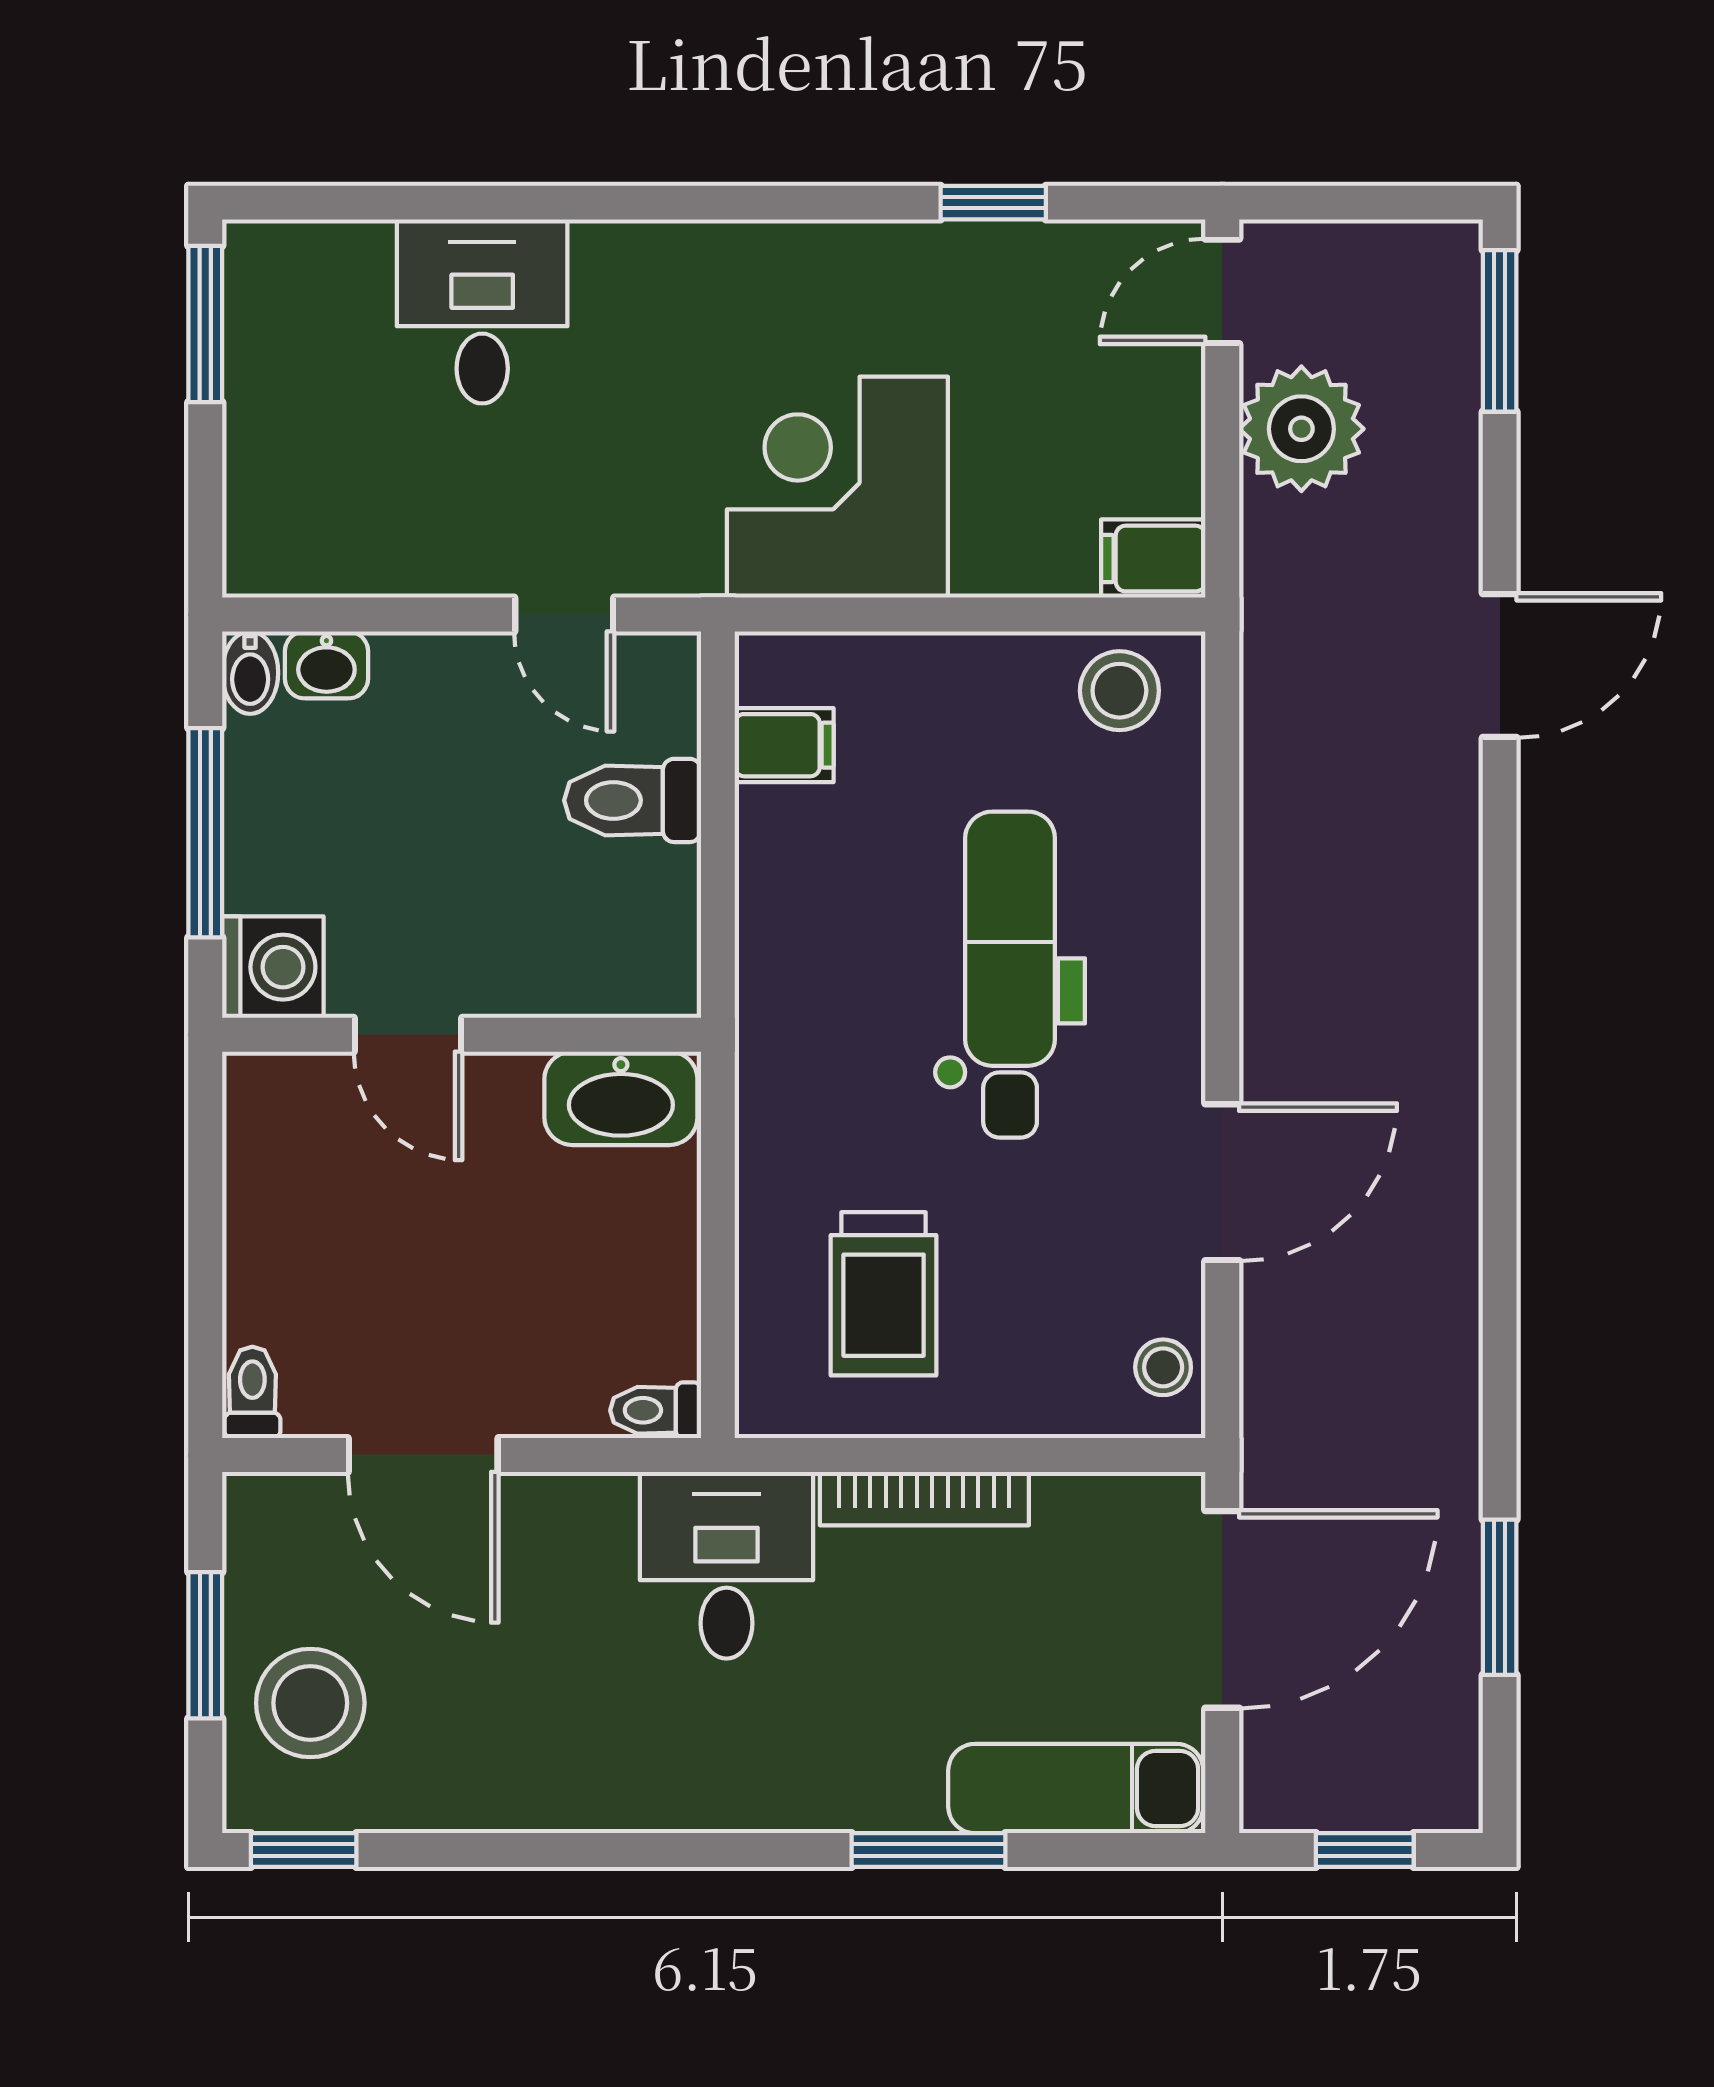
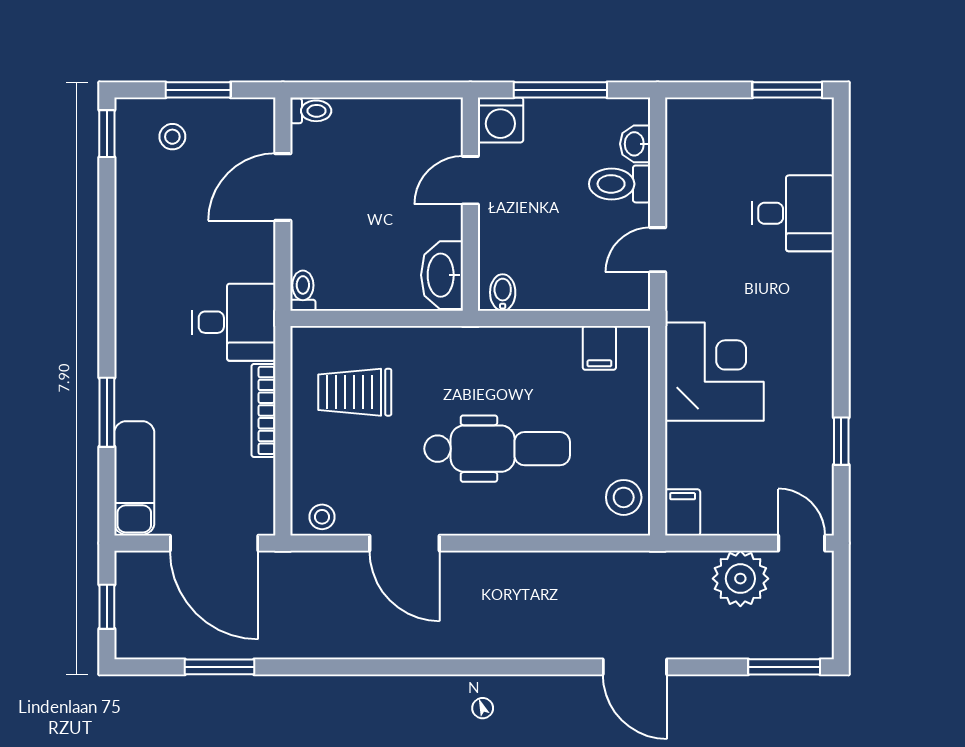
bidet: (250, 673) -> (503, 292), moved, turned 90
toilet: (633, 800) -> (620, 184), moved, turned -90
stool: (310, 1703) -> (172, 137), width x0.53, depth x0.53

